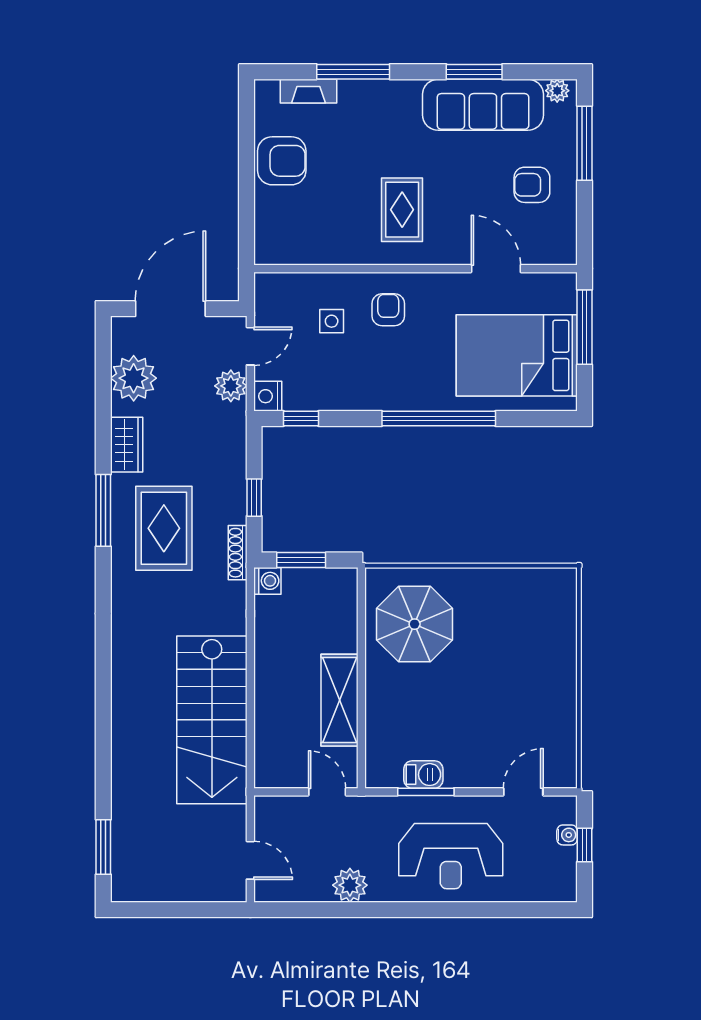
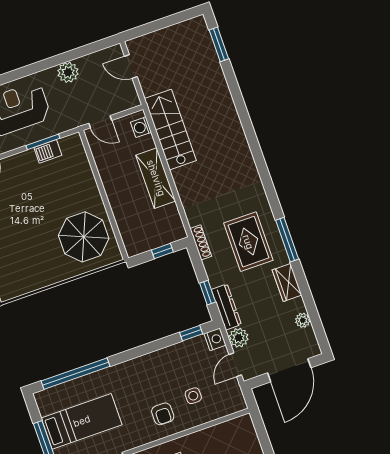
bed: (517, 355) -> (82, 421), width x0.67
plant: (134, 378) -> (303, 320), width x0.53, depth x0.53
window: (439, 419) -> (75, 374), moved
dresser: (233, 440) -> (226, 307), added
window: (254, 498) -> (208, 293), moved
window: (301, 560) -> (162, 251), width x0.67
washing machine: (267, 581) -> (141, 127), moved
shelving: (340, 700) -> (156, 178), moved
stairs: (212, 720) -> (170, 130), width x0.73, depth x0.66

